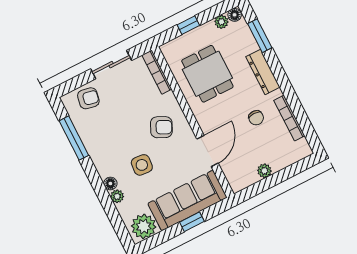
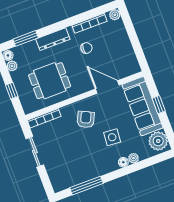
armchair: (88, 98) -> (58, 172), removed
plant: (264, 171) -> (115, 15), moved

